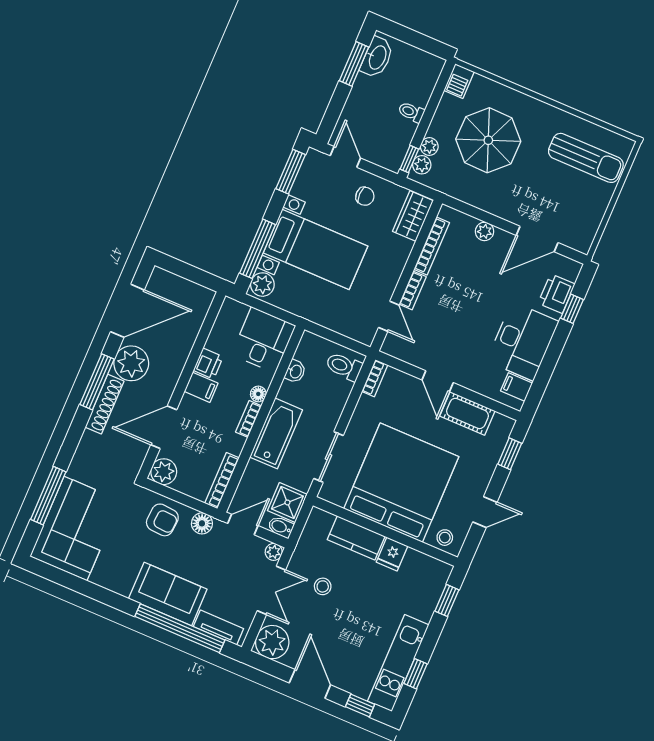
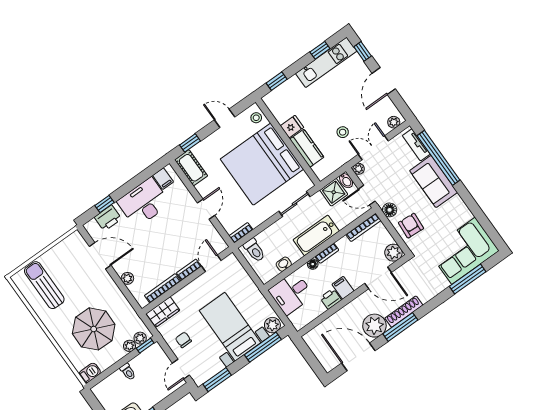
cot: (467, 413) -> (191, 168), moved
plant: (272, 642) -> (394, 122), width x0.53, depth x0.53

